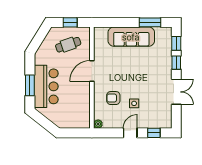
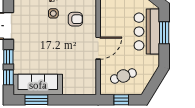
sofa: (131, 37) -> (38, 85), moved

